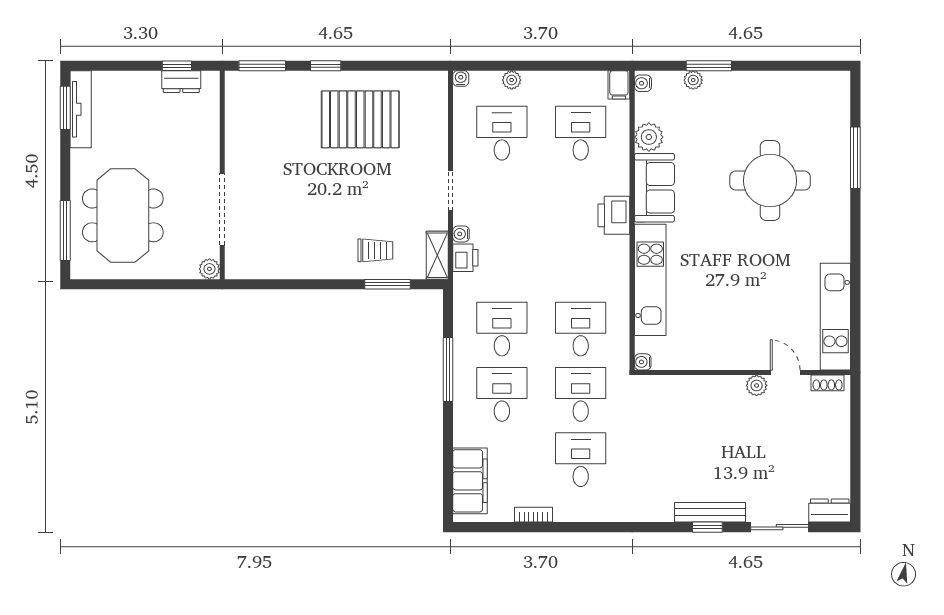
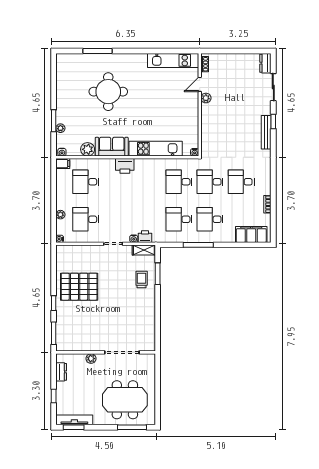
window: (177, 66) -> (54, 396), moved
pallet: (360, 119) -> (79, 287), turned 90
plant: (209, 269) -> (91, 359), moved
bench: (710, 512) -> (266, 132), moved

